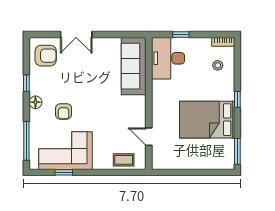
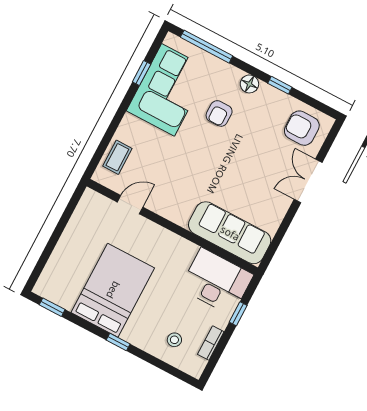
bookcase: (223, 42) -> (211, 343), moved
armchair: (46, 56) -> (302, 128), turned 90
armchair: (64, 111) -> (219, 113), turned -90
window: (237, 151) -> (52, 307), width x0.67

